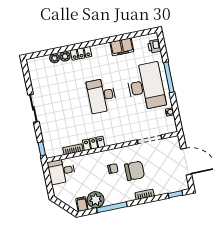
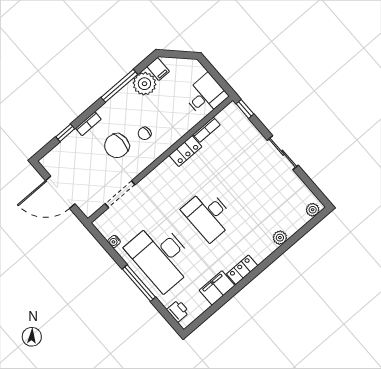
locker: (81, 53) -> (242, 270), moved
plant: (55, 58) -> (313, 210), moved
desk: (102, 96) -> (208, 215), turned 180
window: (175, 194) -> (65, 133), moved

